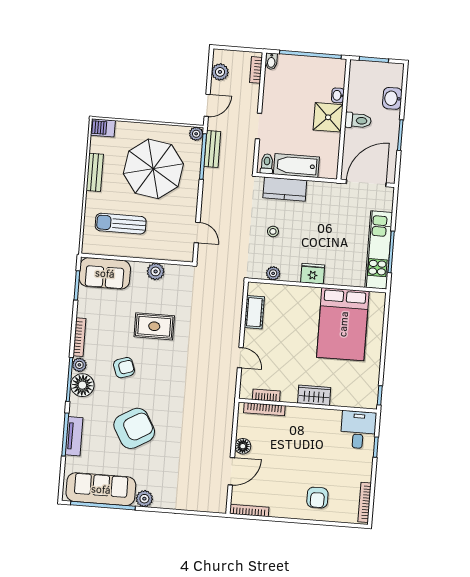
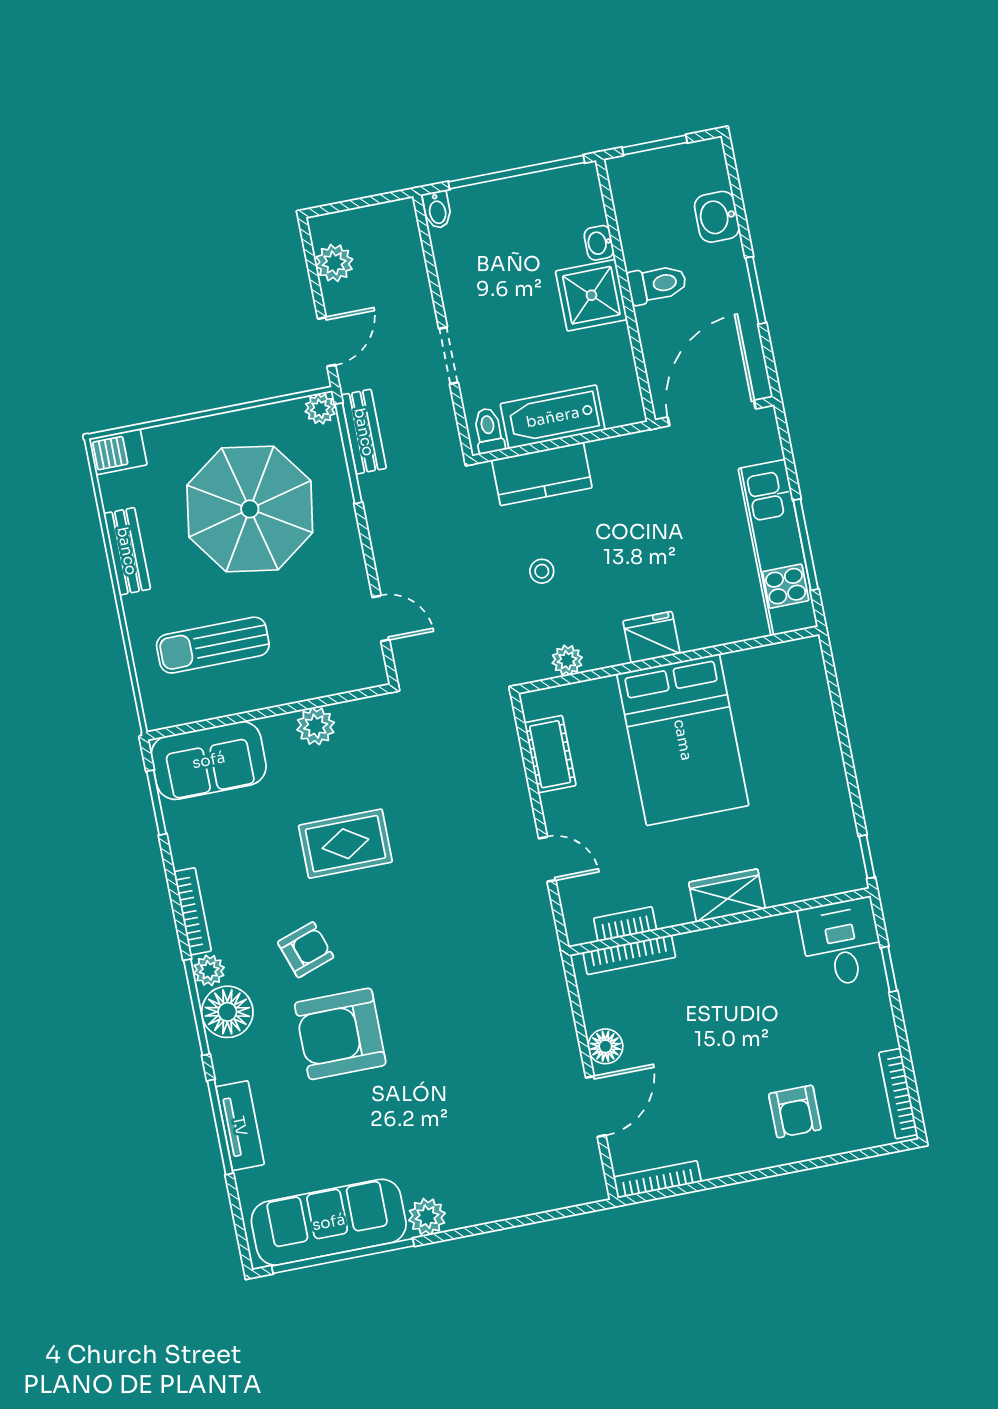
bookcase: (256, 70) -> (410, 237), removed
bed: (343, 324) -> (683, 740), moved
armchair: (134, 428) -> (340, 1034), moved, turned -150

